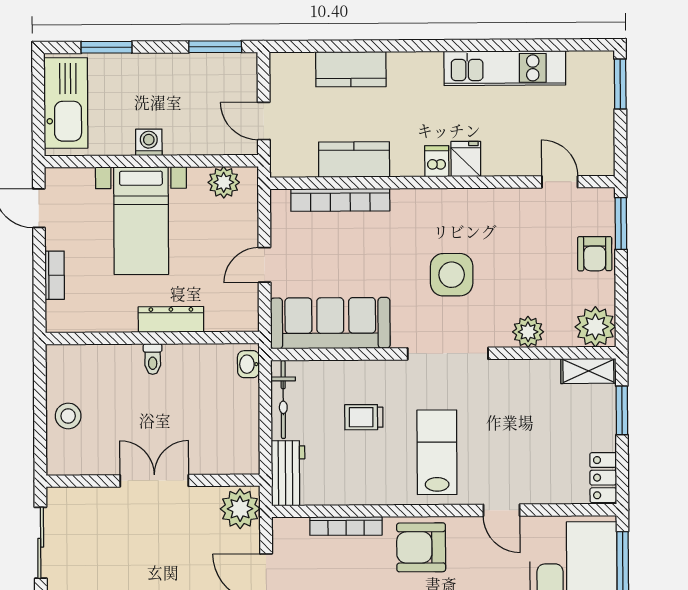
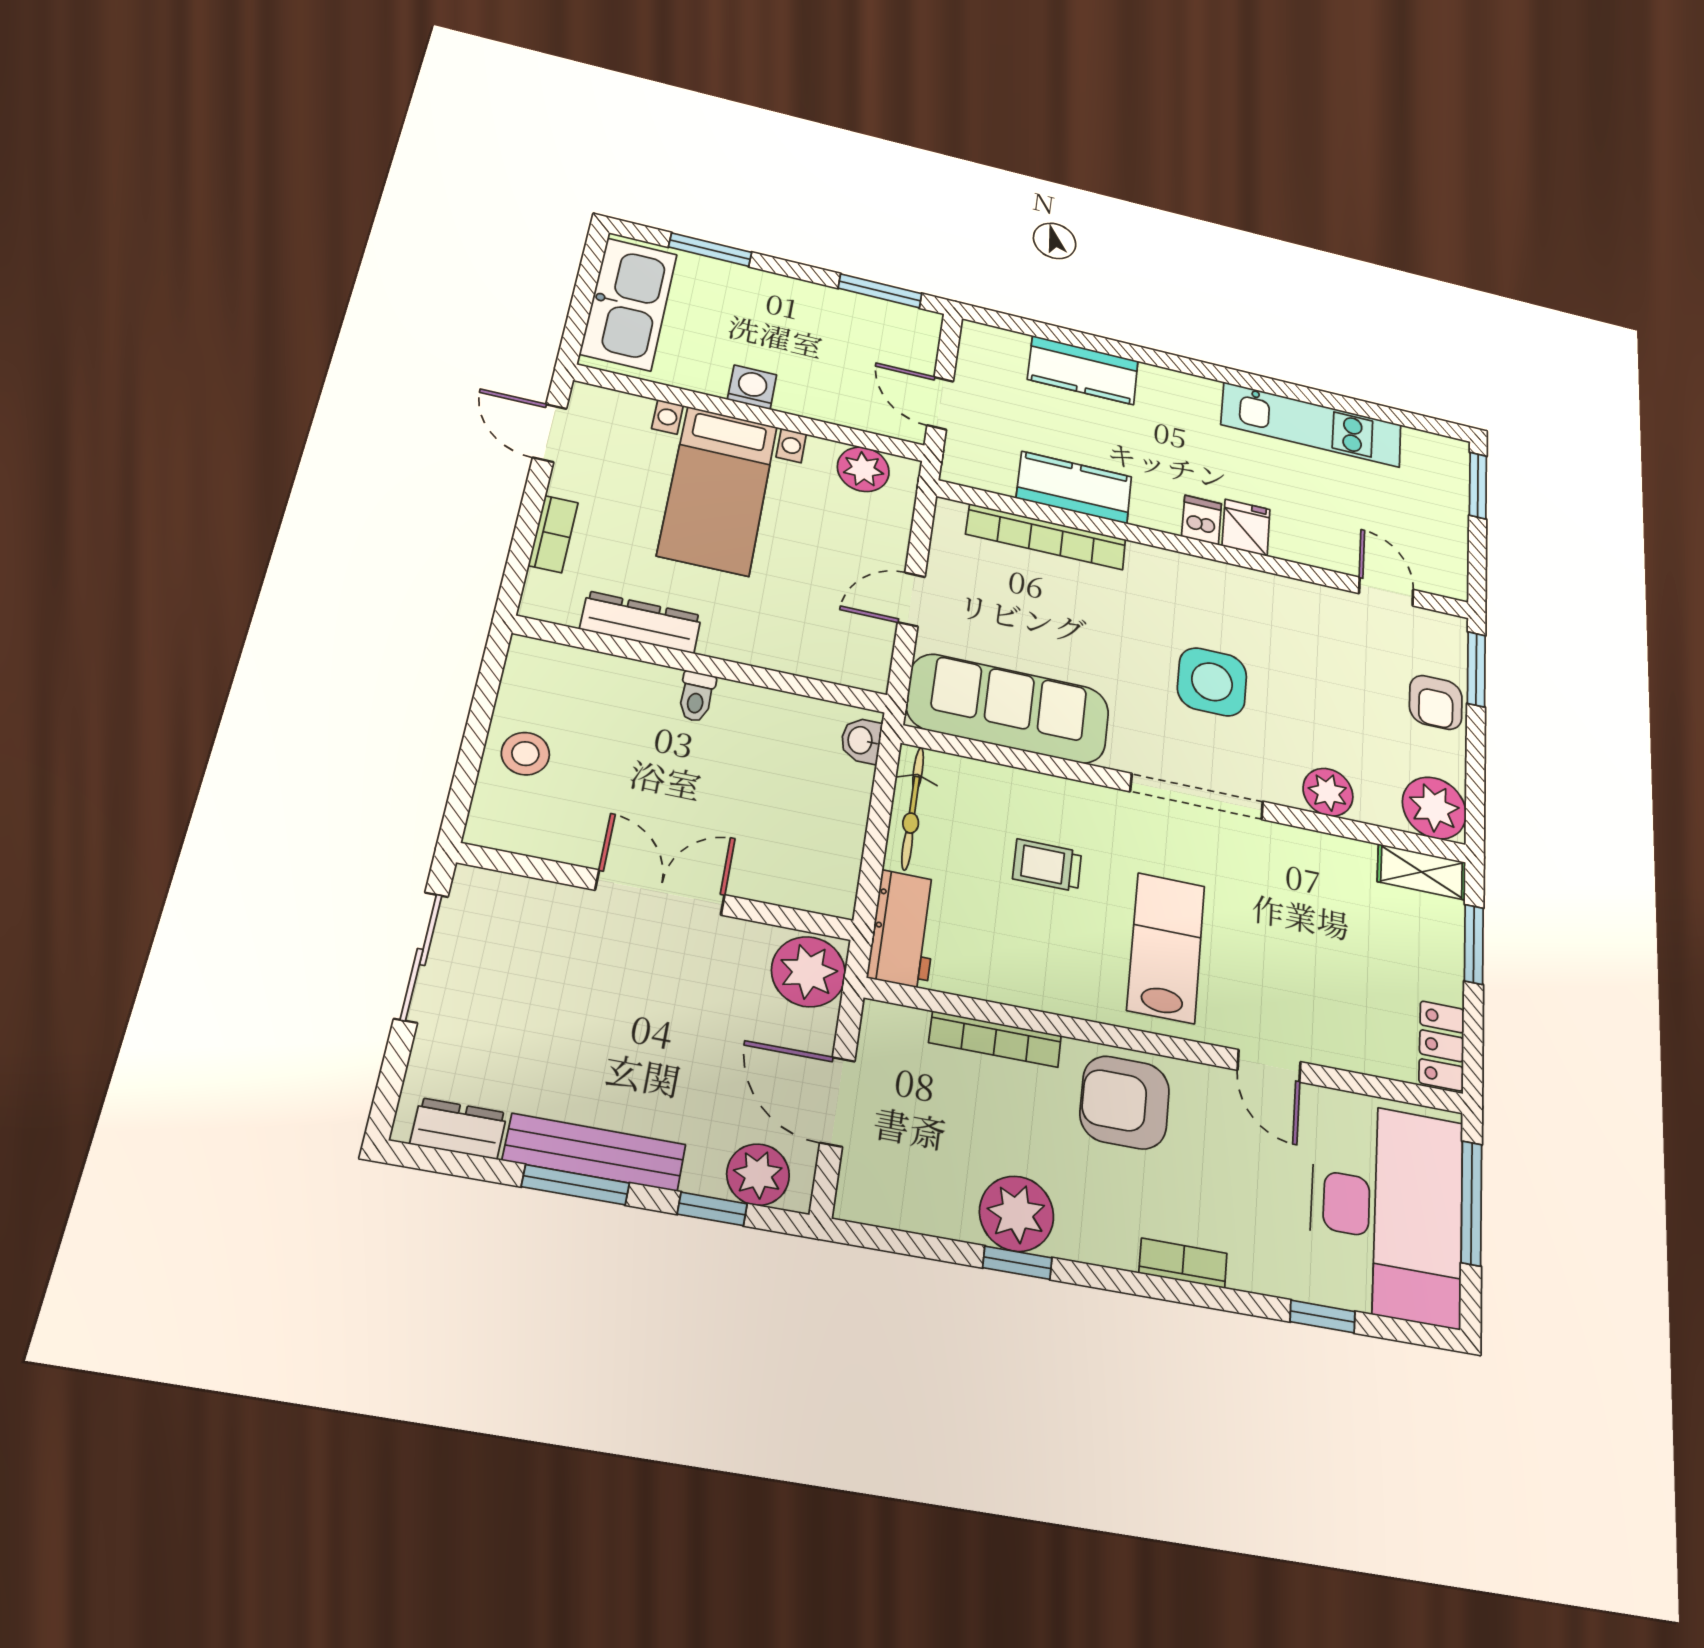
dresser: (171, 319) -> (641, 622), moved

